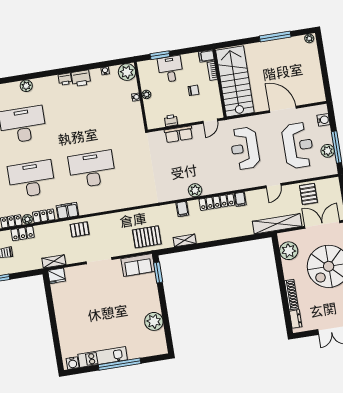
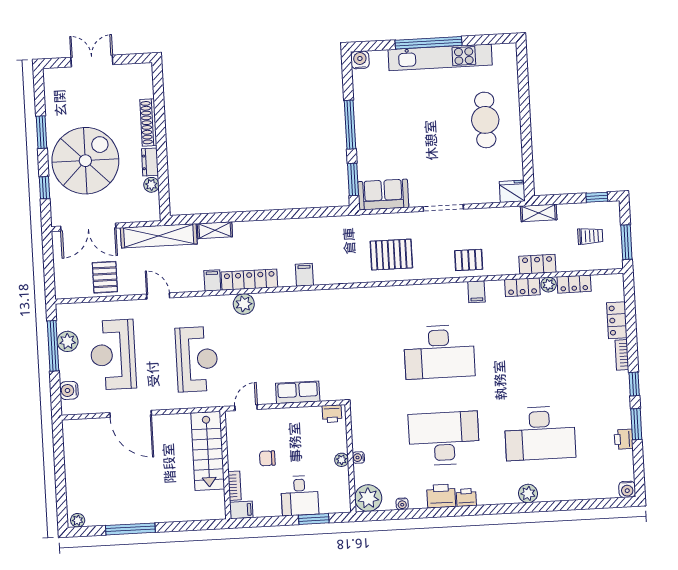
stairs: (235, 81) -> (208, 451), width x0.73, depth x0.66
printer: (171, 120) -> (332, 414), moved
desk: (32, 179) -> (444, 438), moved, turned 180
door: (274, 186) -> (158, 296), hinge flipped
plant: (195, 190) -> (244, 304), moved
filing cabinet: (67, 211) -> (476, 292), width x0.50
locker: (23, 234) -> (537, 264), moved
pallet: (147, 237) -> (391, 255), moved
shelving: (185, 240) -> (215, 230), moved
plant: (289, 251) -> (151, 185), width x0.53, depth x0.53
shelving: (54, 261) -> (539, 213), moved
window: (164, 307) -> (350, 125), added
cafe table: (78, 319) -> (485, 120), added
dresser: (296, 319) -> (150, 162), moved
plant: (154, 321) -> (368, 104), removed
kitchen unit: (103, 357) -> (440, 57), width x1.36
water cooler: (73, 363) -> (360, 60), moved

